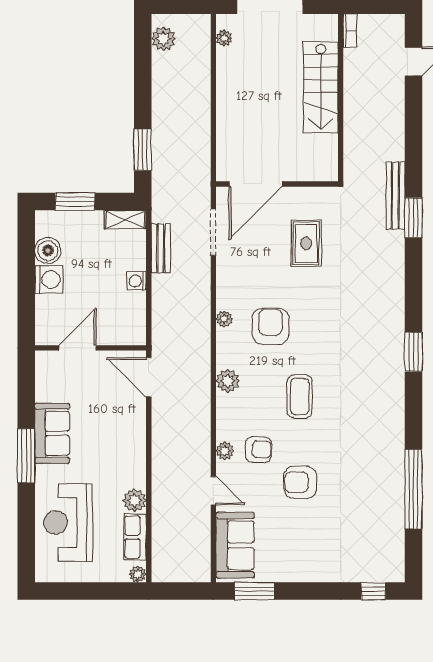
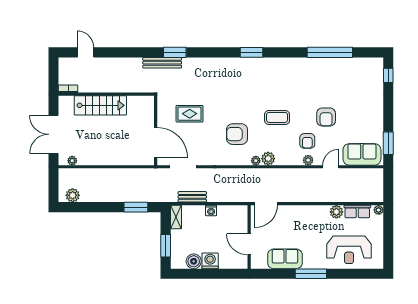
plant: (224, 319) -> (256, 161), moved
sofa: (52, 433) -> (285, 259), moved
armchair: (259, 450) -> (307, 141), turned 180

